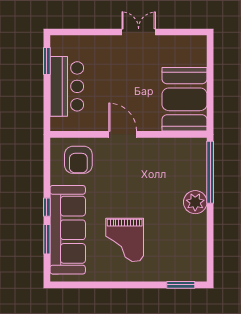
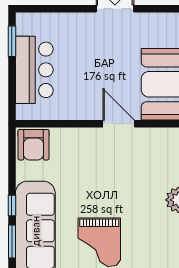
door: (123, 134) -> (119, 124), moved
armchair: (78, 160) -> (33, 145), moved

